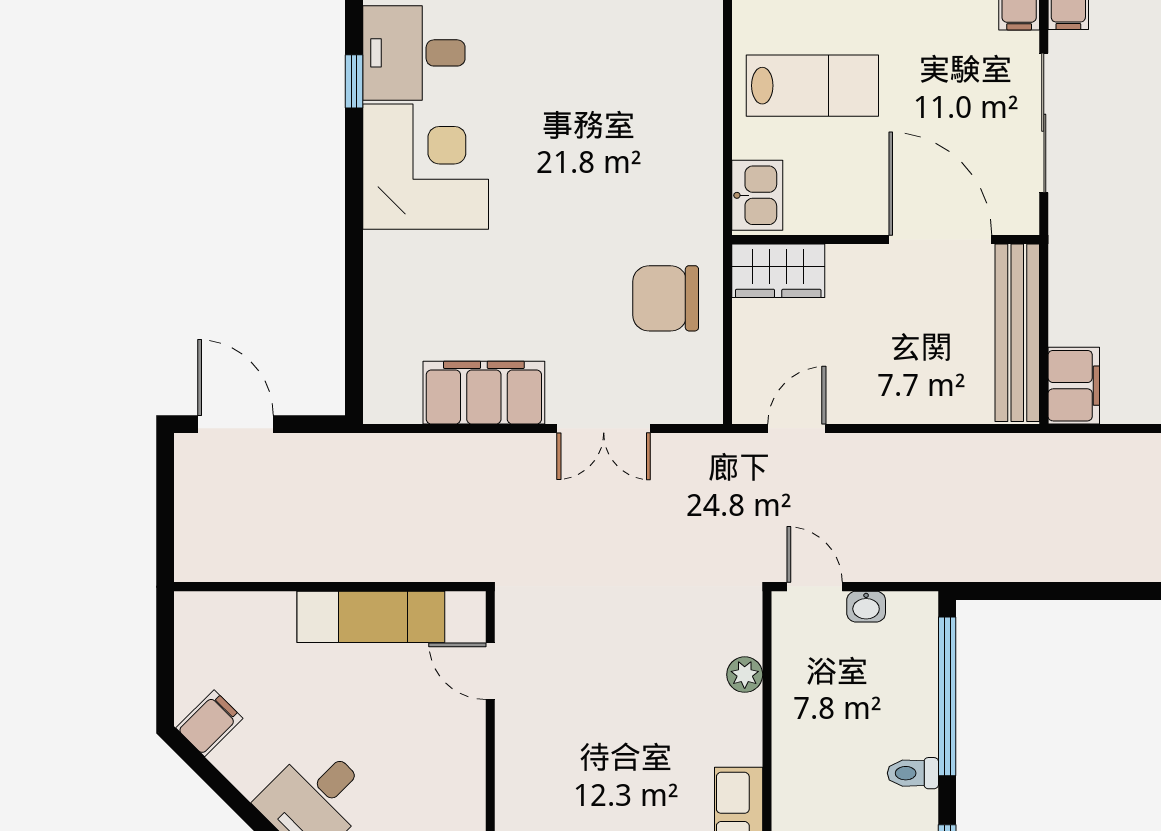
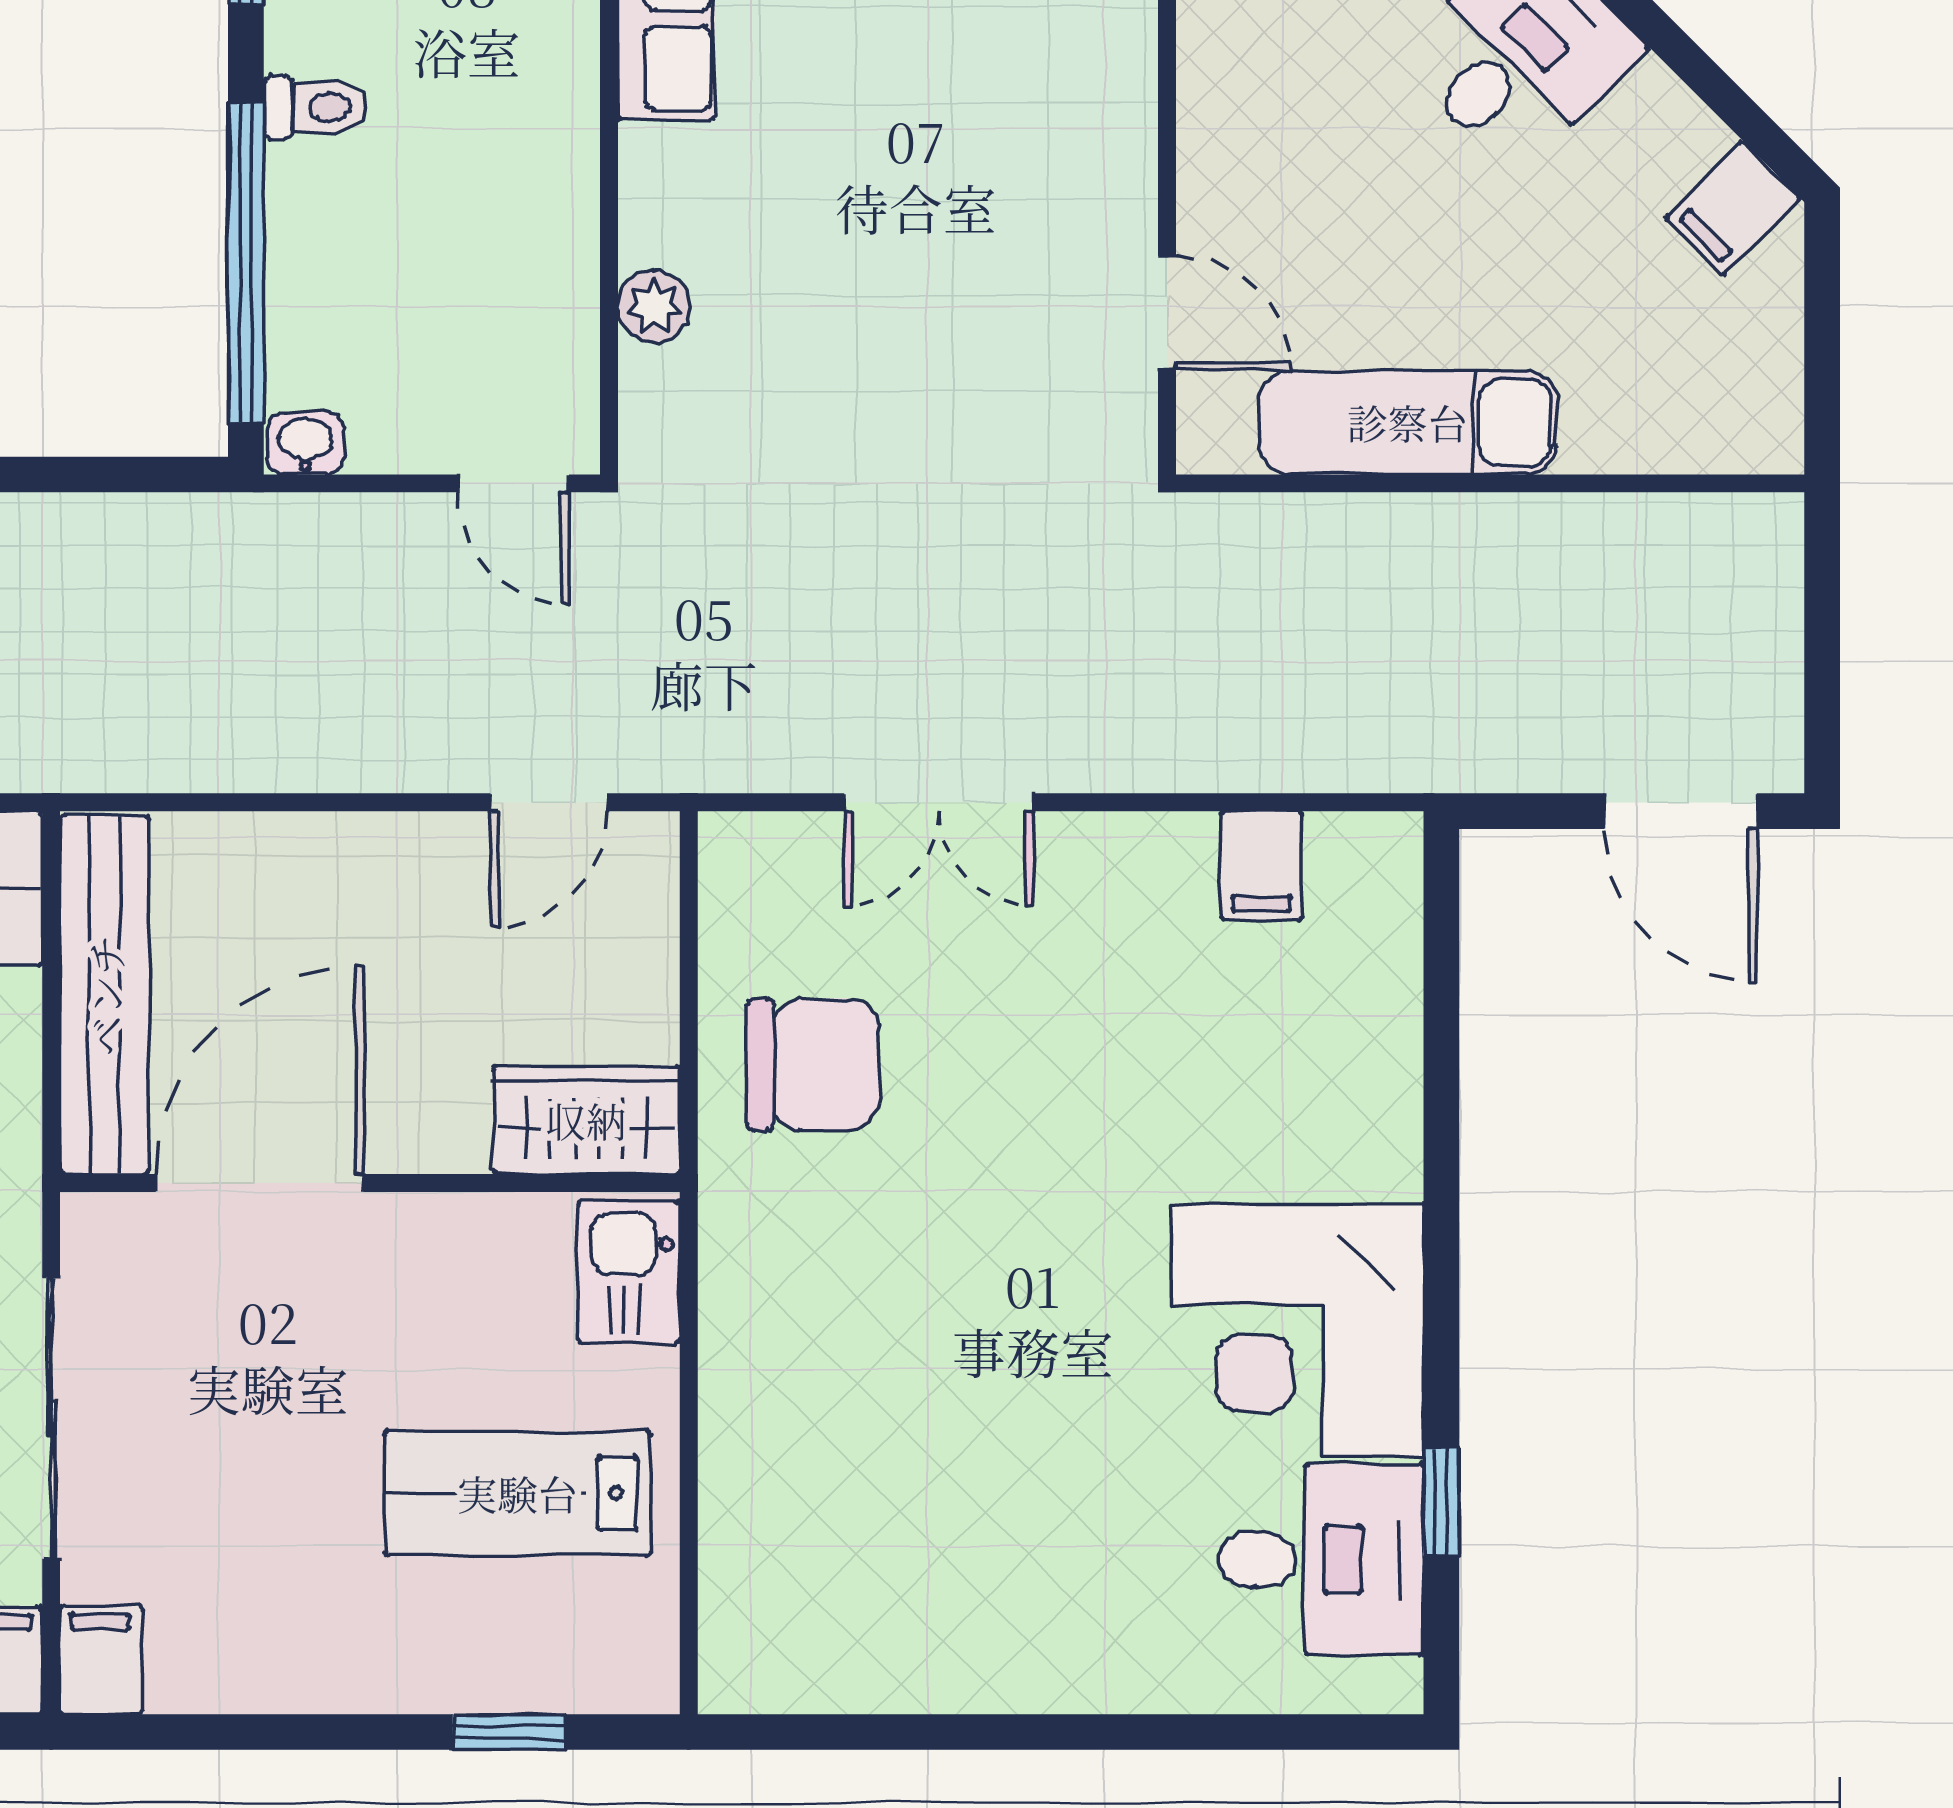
door: (940, 240) -> (260, 1183), swing flipped
filing cabinet: (484, 393) -> (1261, 866), width x0.33, depth x0.86
double door: (604, 428) -> (938, 802), swing flipped
washbasin: (866, 607) -> (305, 443), moved

